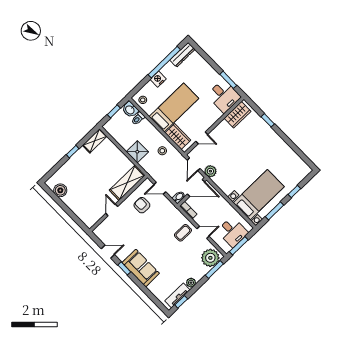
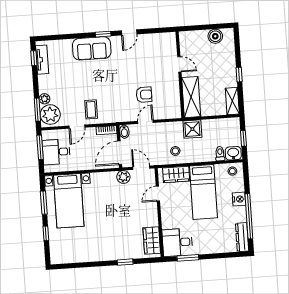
shelving: (127, 183) -> (191, 97), moved
wall: (118, 203) -> (180, 75), moved
door: (112, 210) -> (179, 64), moved
plant: (191, 283) -> (44, 99), moved

